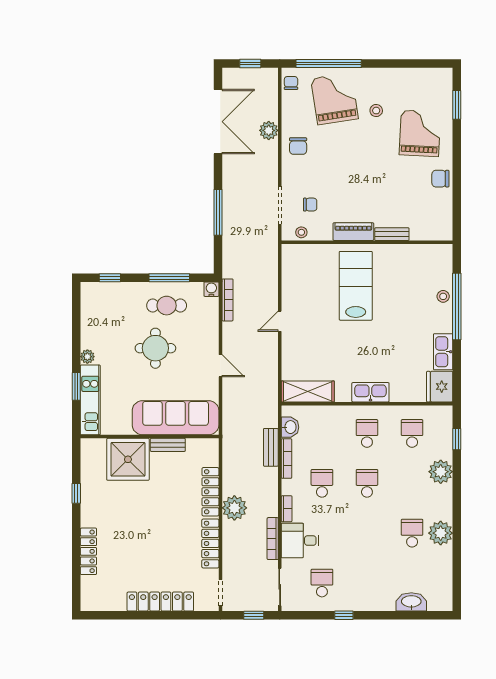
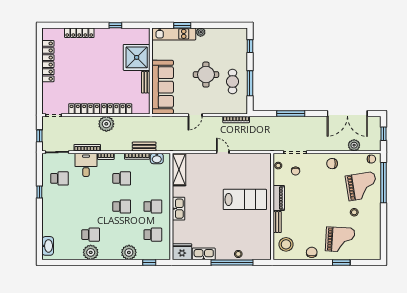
window: (457, 105) -> (341, 262), moved
plant: (269, 130) -> (354, 145), moved
stool: (428, 220) -> (286, 244), added
water cooler: (211, 289) -> (243, 109), removed
locker: (160, 602) -> (48, 61), moved
washbasin: (411, 602) -> (48, 246), moved

